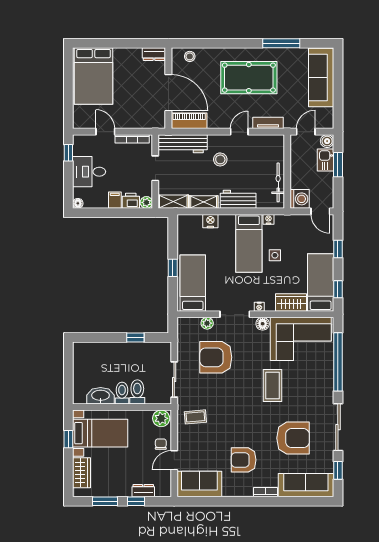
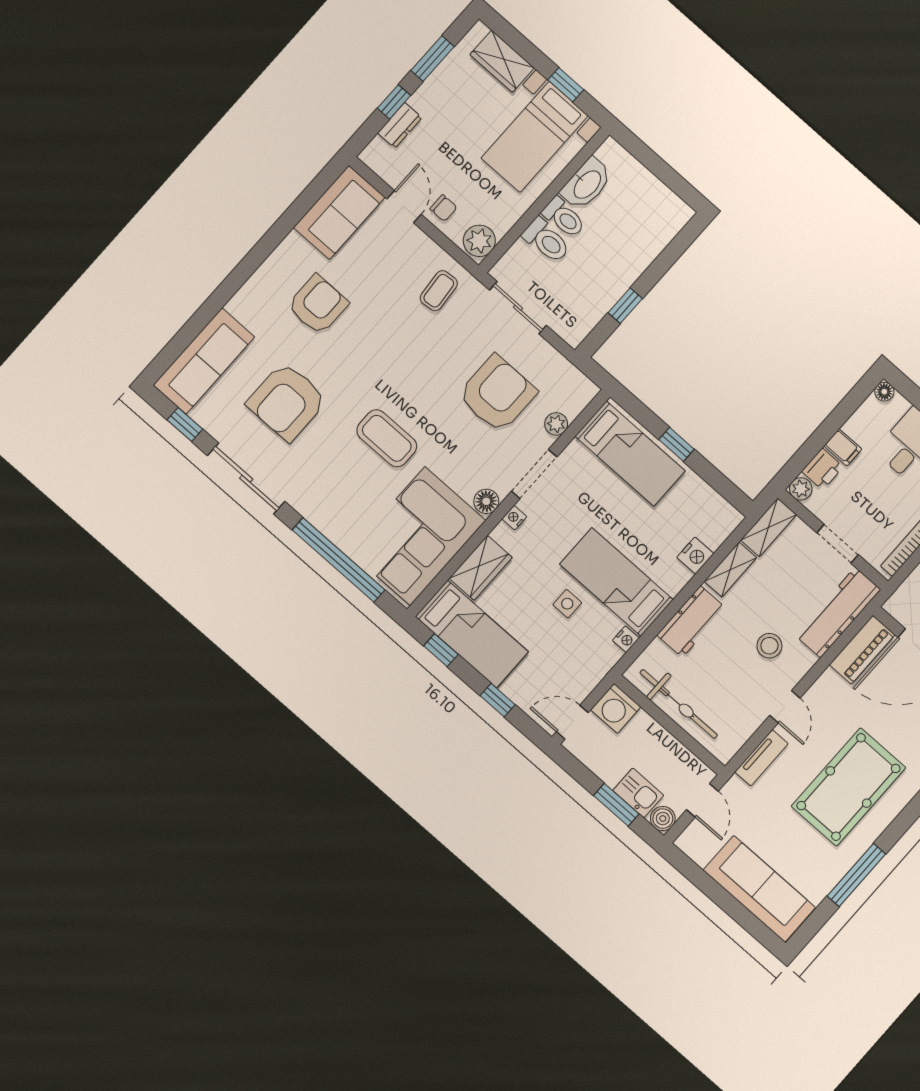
bicycle: (278, 182) -> (679, 704), width x1.37, depth x1.40
bookcase: (266, 492) -> (245, 295), removed

